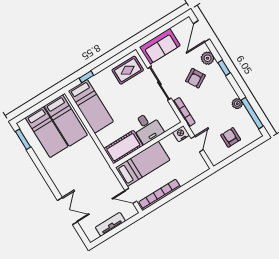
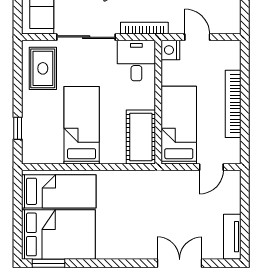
bed: (91, 106) -> (82, 125), moved, turned -90
desk: (147, 128) -> (136, 61), moved, turned -90
bed: (47, 132) -> (58, 234), width x1.50
bookcase: (160, 194) -> (233, 104), moved
tv unit: (110, 224) -> (232, 237), moved

